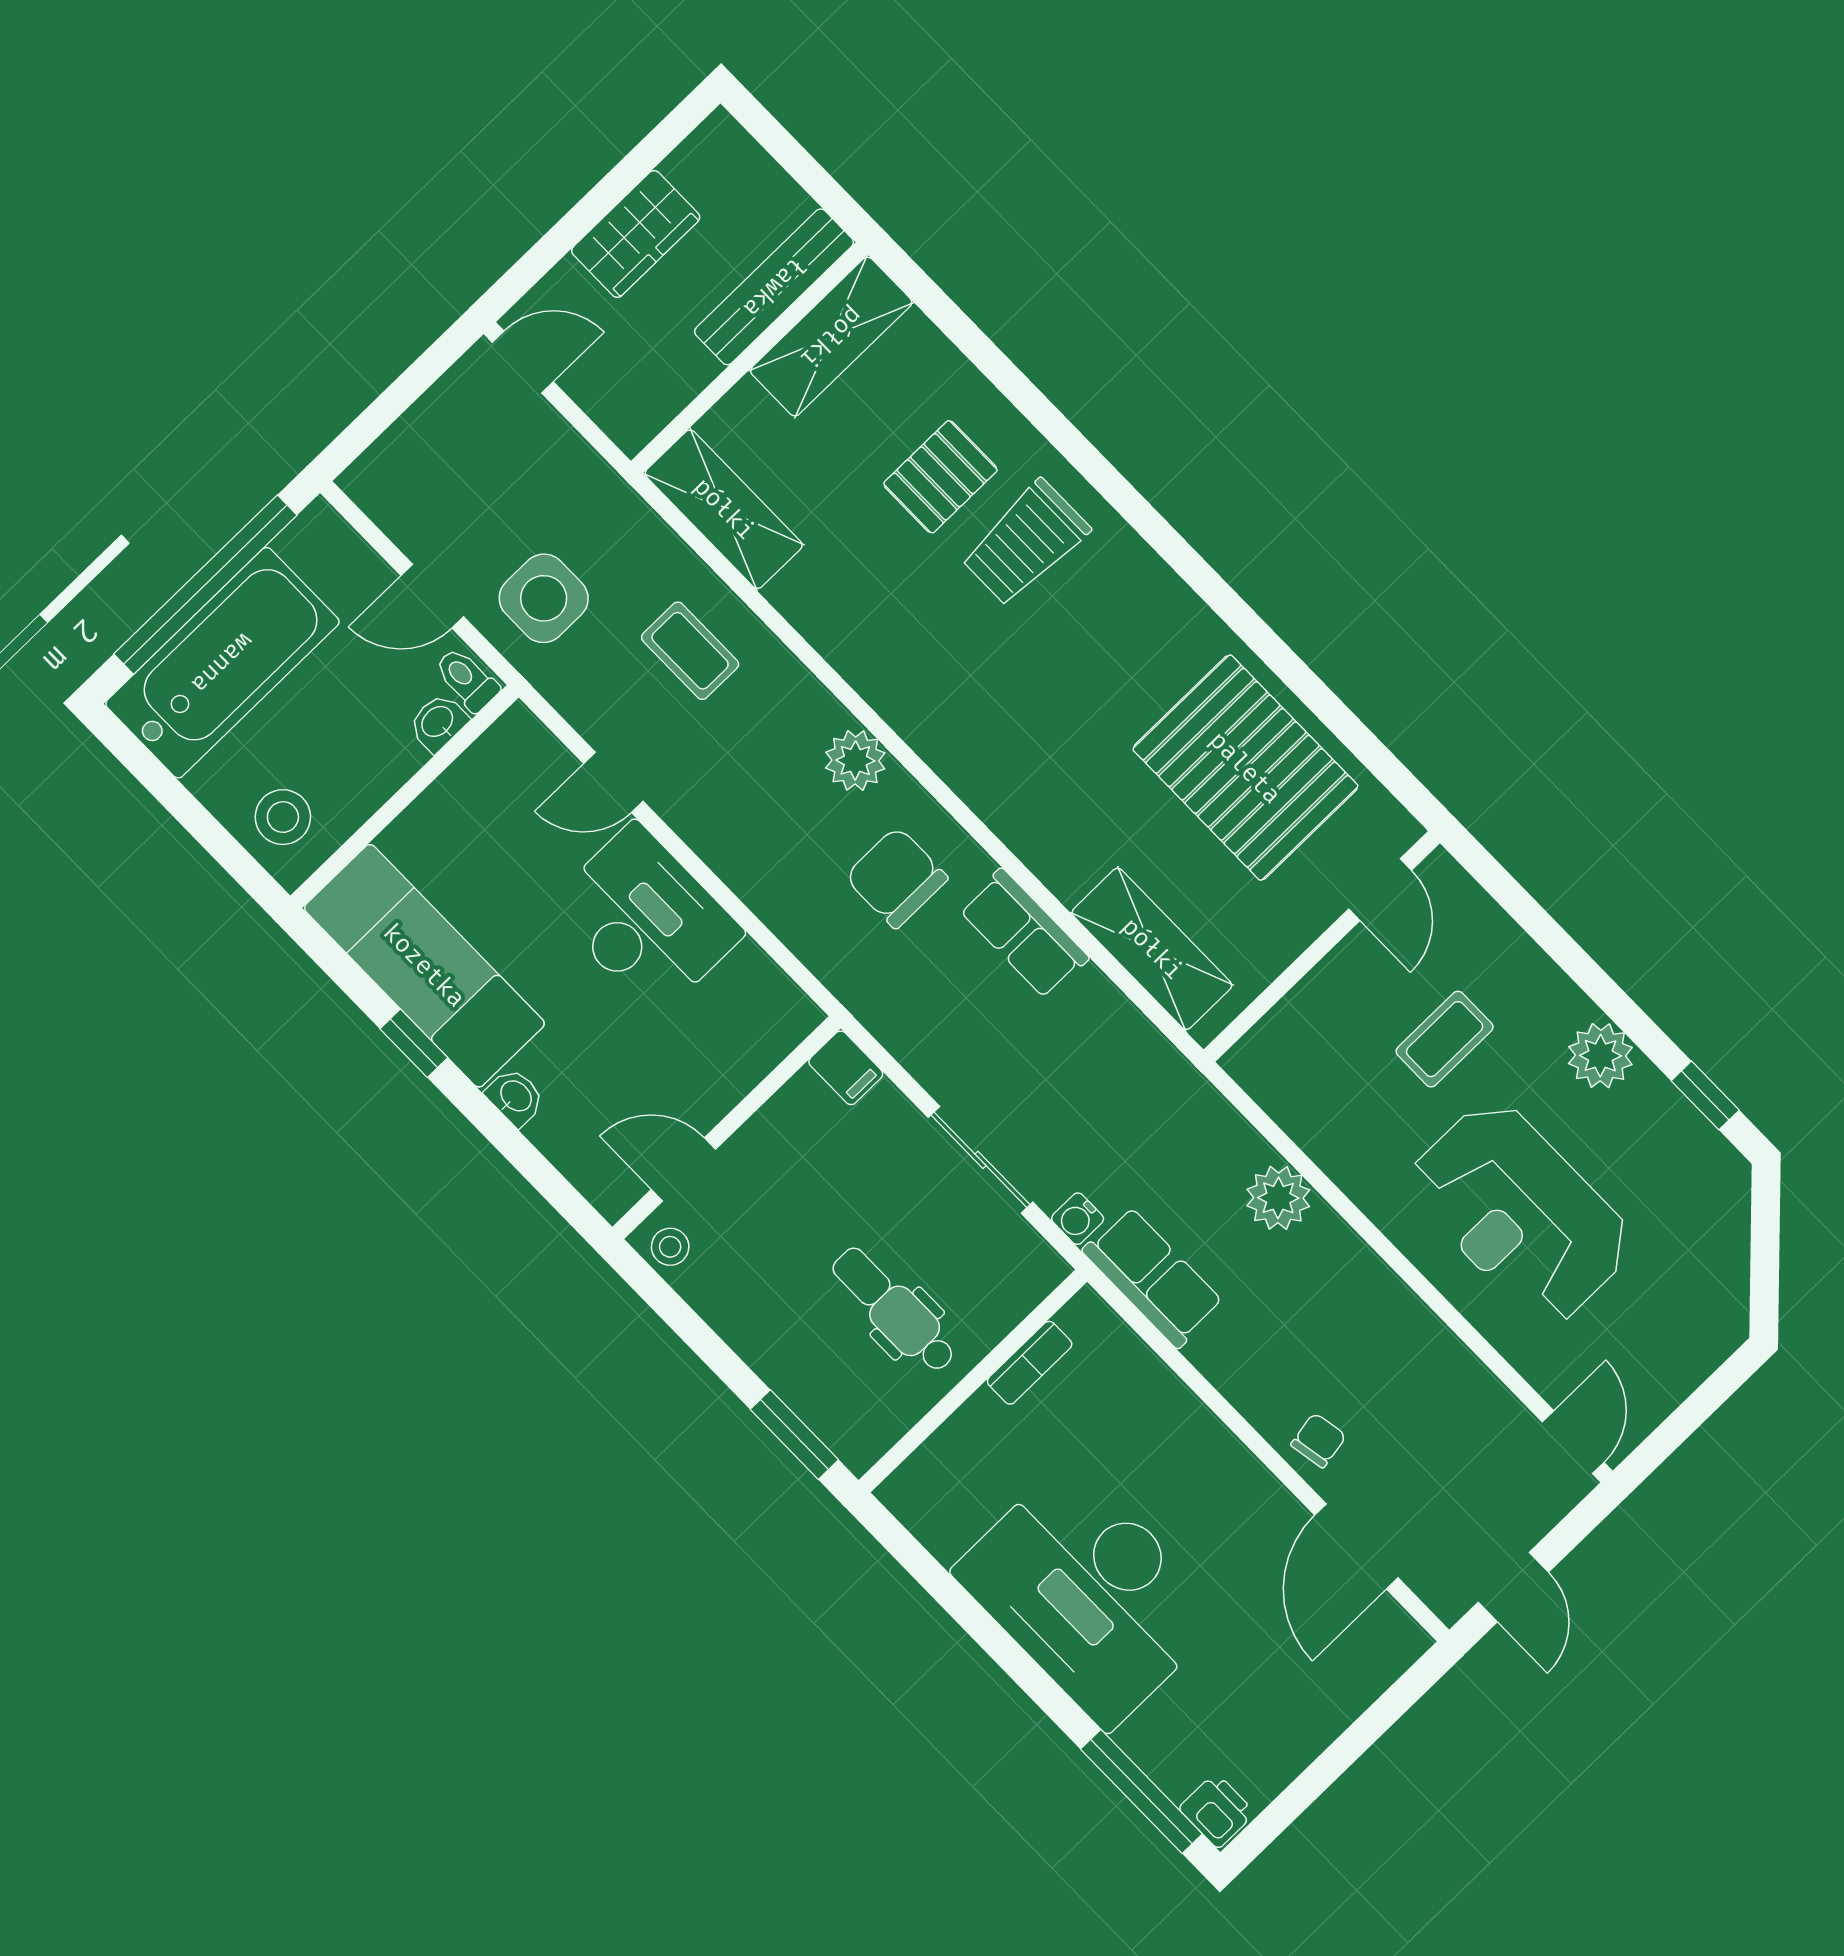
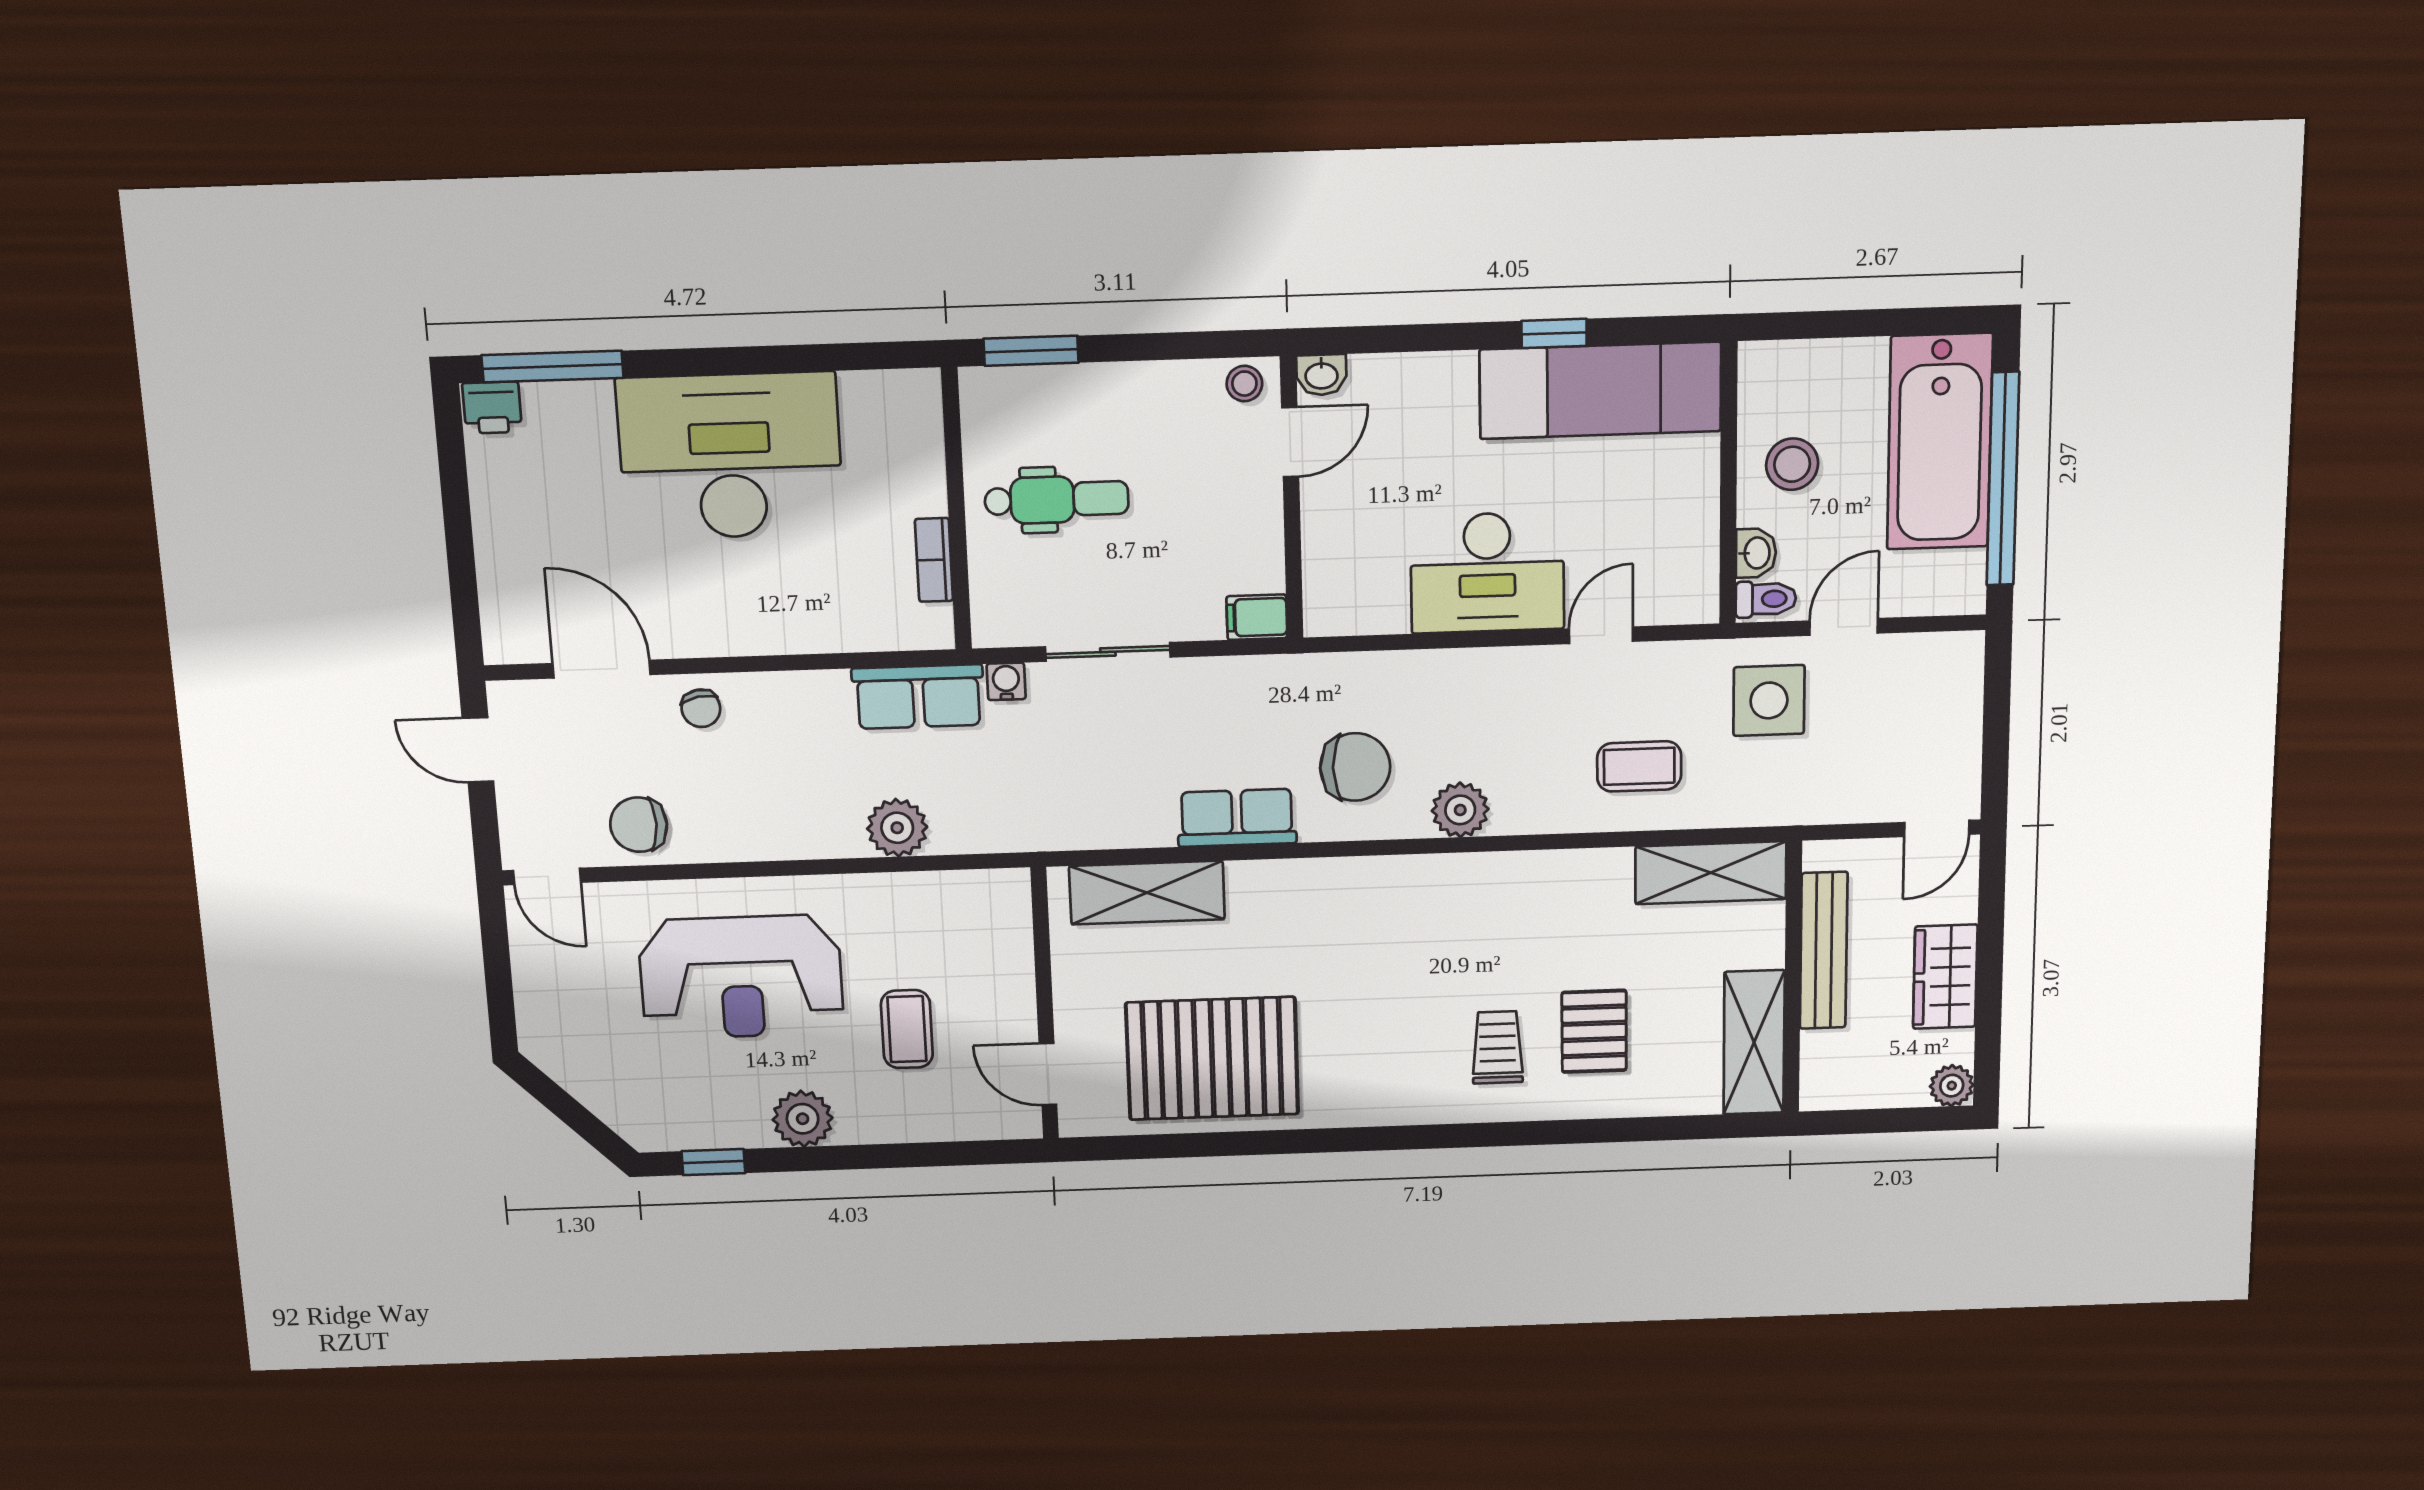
plant: (720, 138) -> (1952, 1086), added
bench: (774, 287) -> (1824, 951), moved
trolley: (1025, 543) -> (1498, 1047), width x0.73, depth x0.72
stool: (283, 817) -> (1792, 464), moved
washbasin: (515, 1097) -> (1321, 375), moved
reception desk: (1520, 1213) -> (741, 977), turned 180
chair: (1462, 1406) -> (639, 825), added

